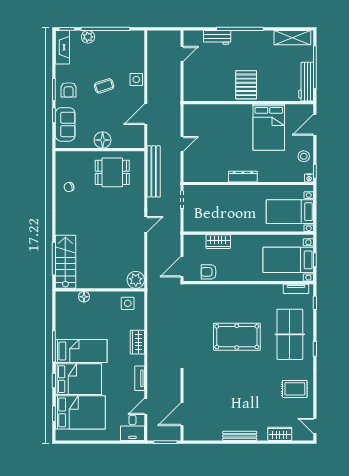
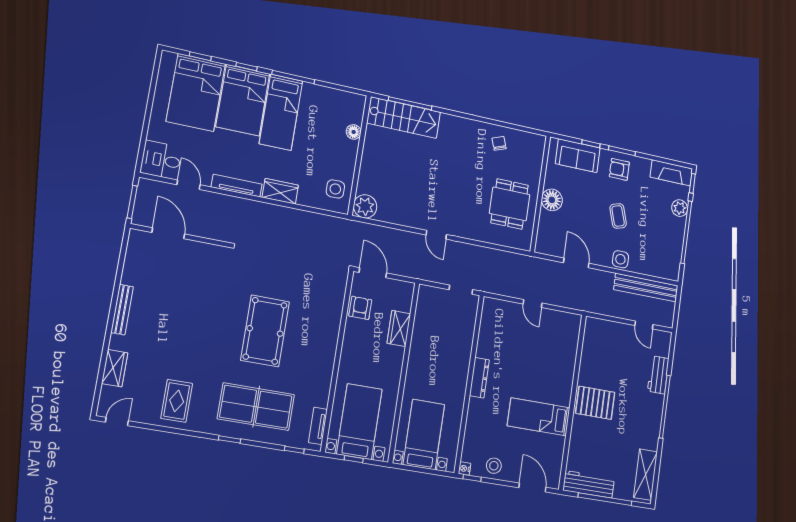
bed: (269, 127) -> (539, 417), width x0.67
bench: (154, 171) -> (646, 287), moved
tv unit: (140, 378) -> (237, 186), width x1.41

